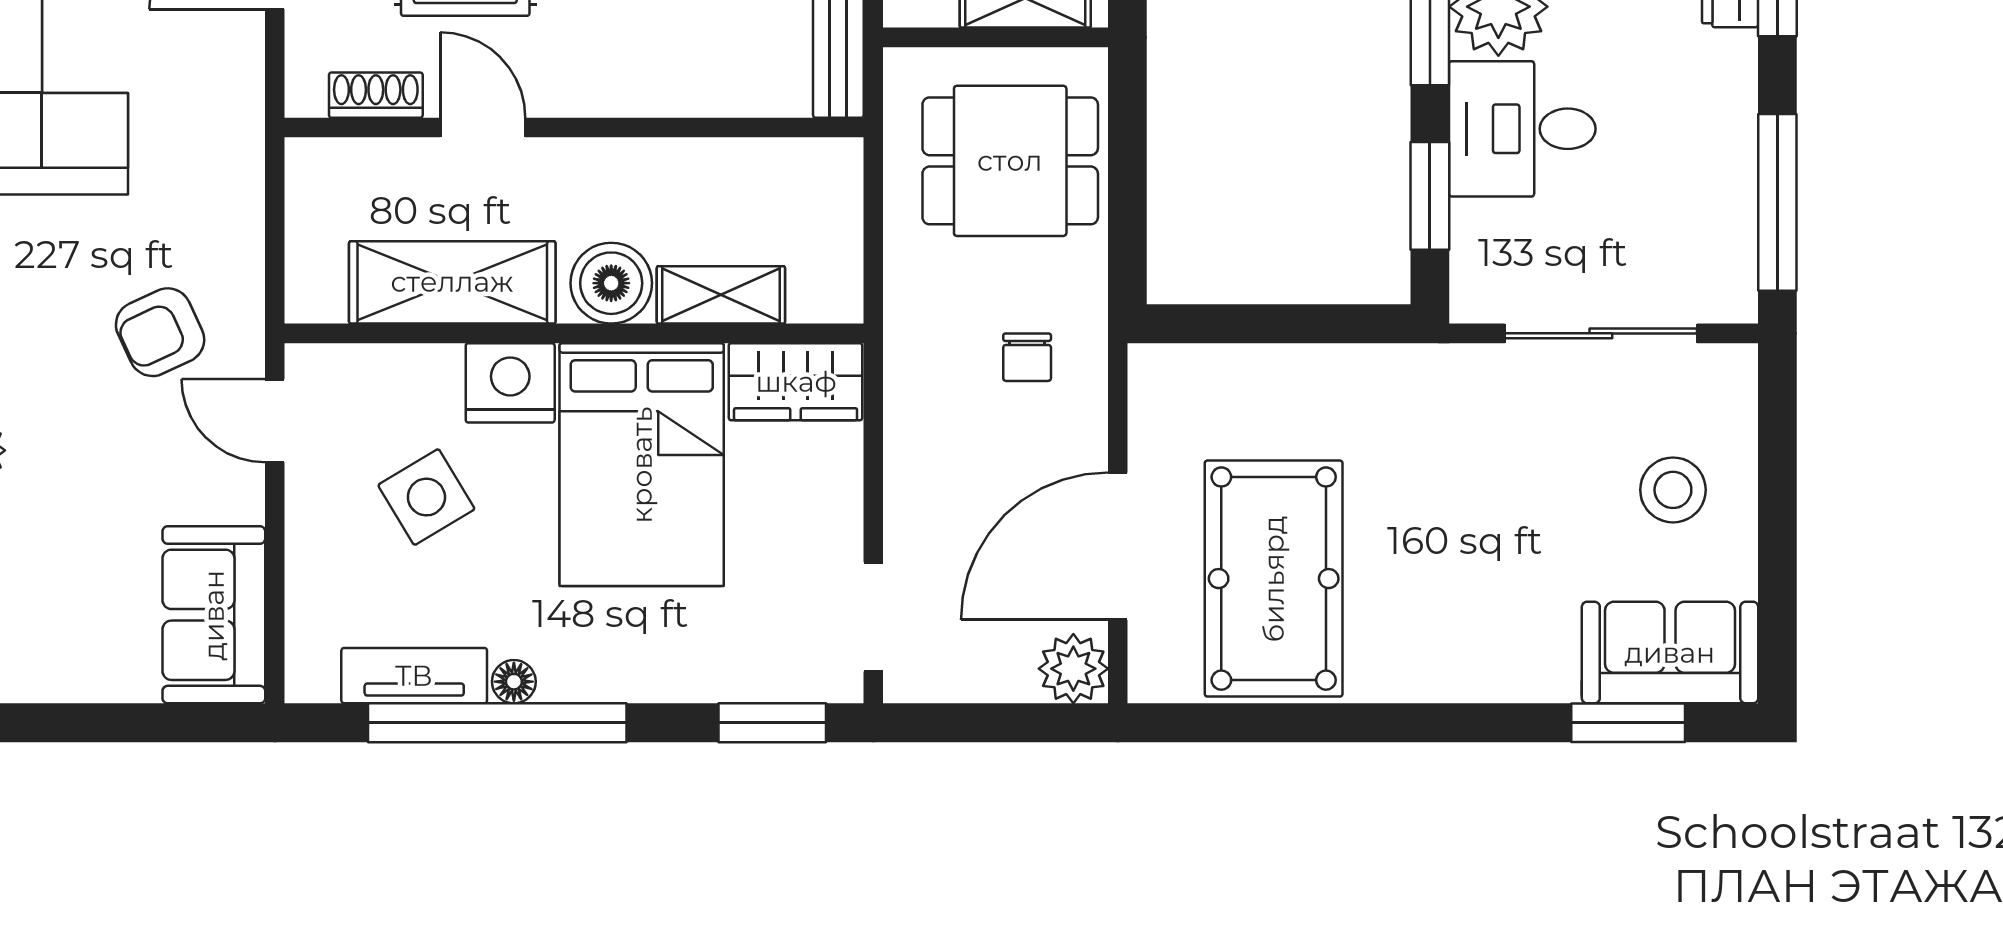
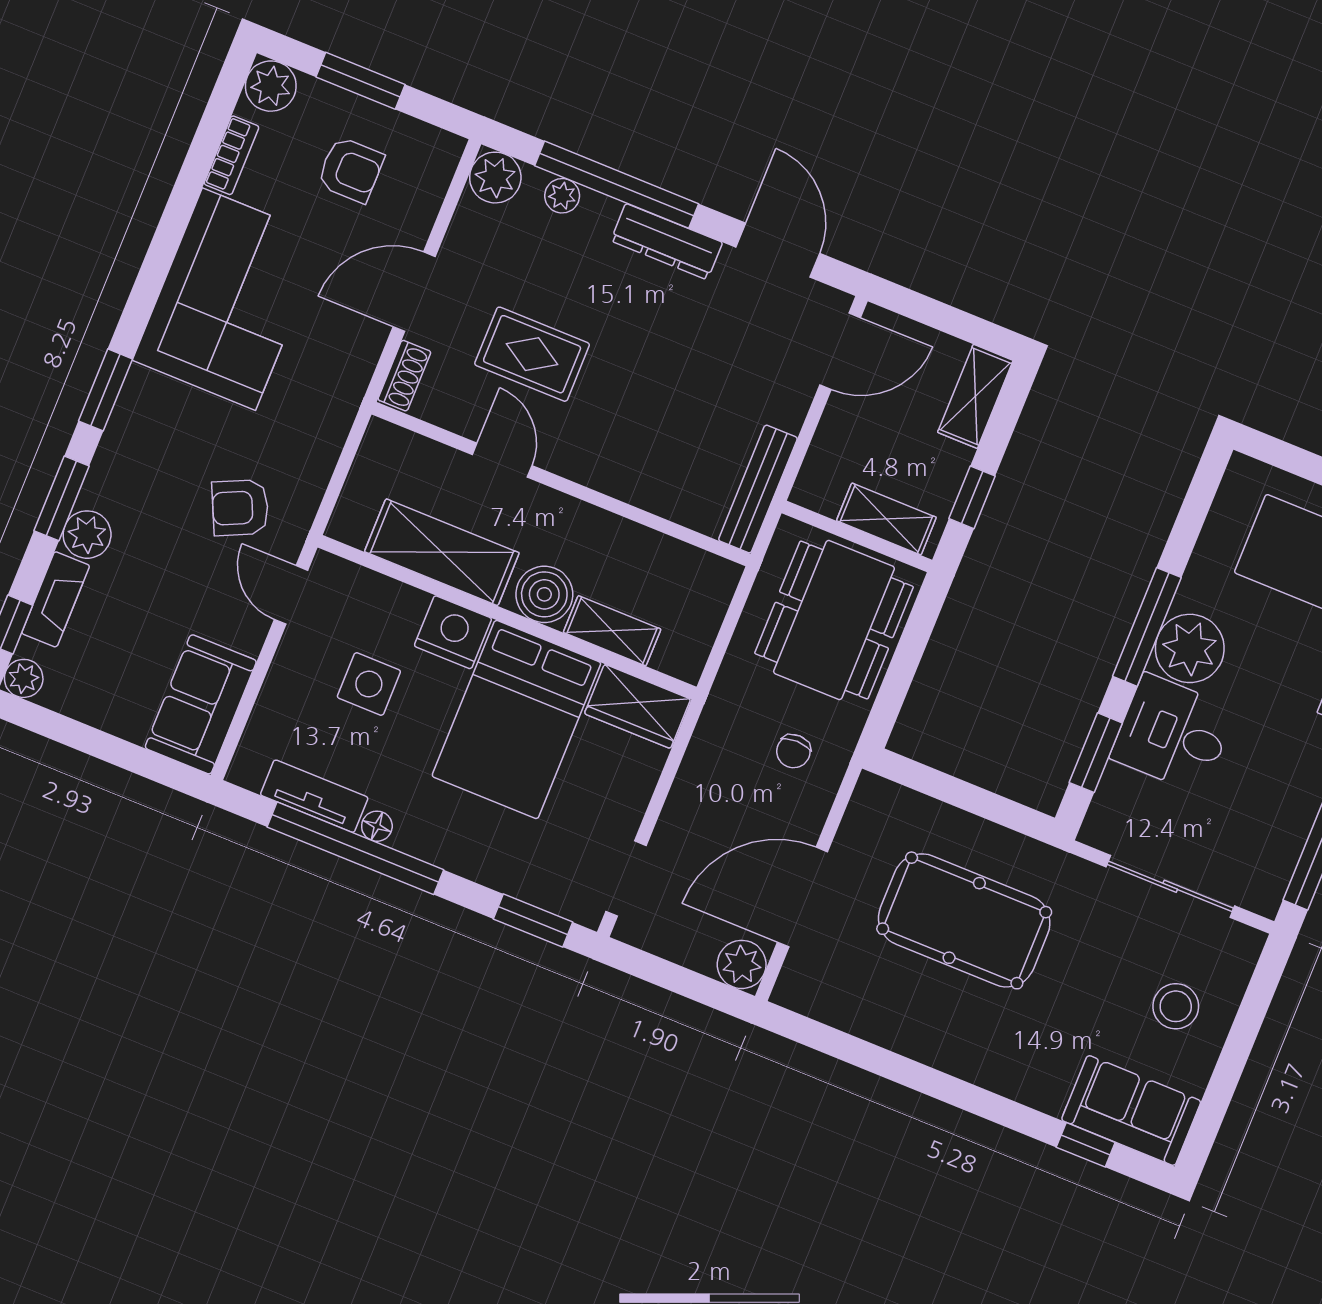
shoe rack: (376, 95) -> (404, 376), moved, turned 90
dining table: (1010, 161) -> (834, 620), width x1.38
side table: (426, 497) -> (369, 684), turned 31
pool table: (1274, 579) -> (964, 920), moved, turned 90
window: (1628, 723) -> (1086, 1145), width x0.67

